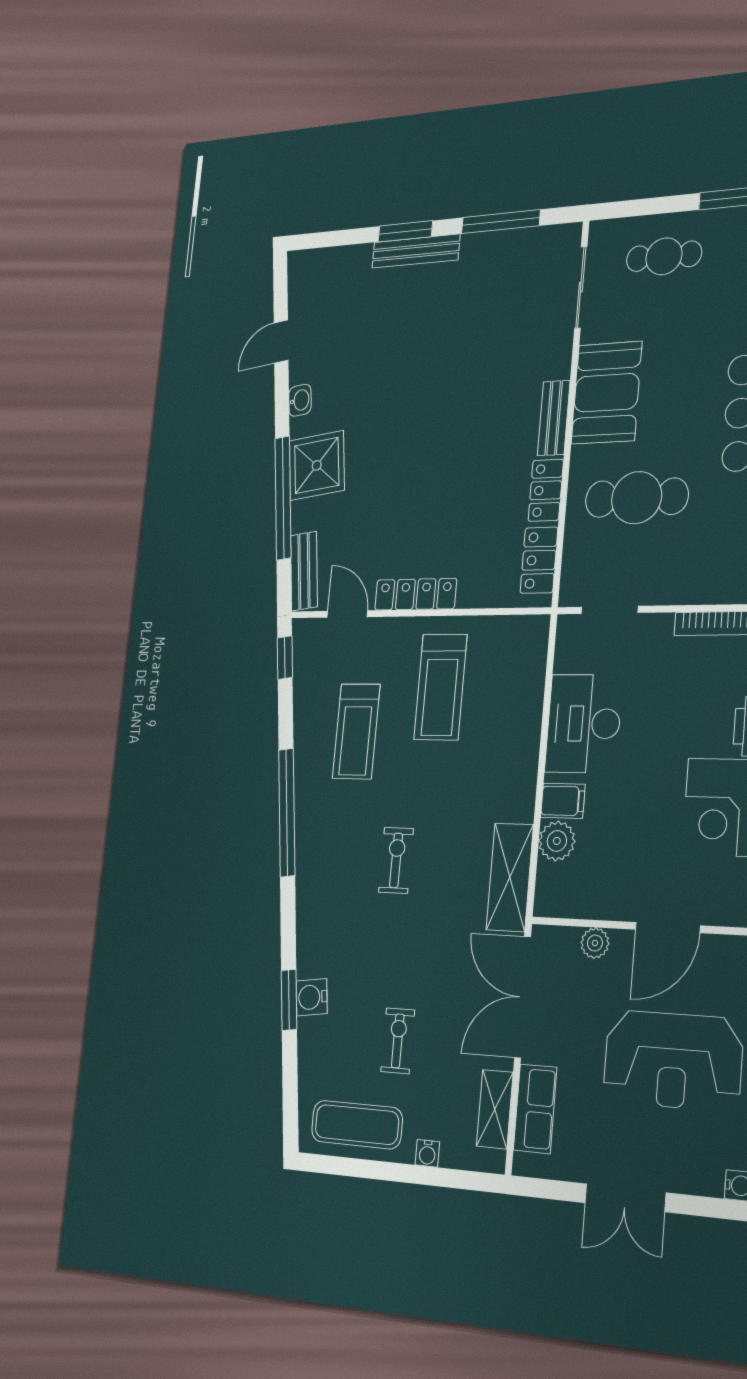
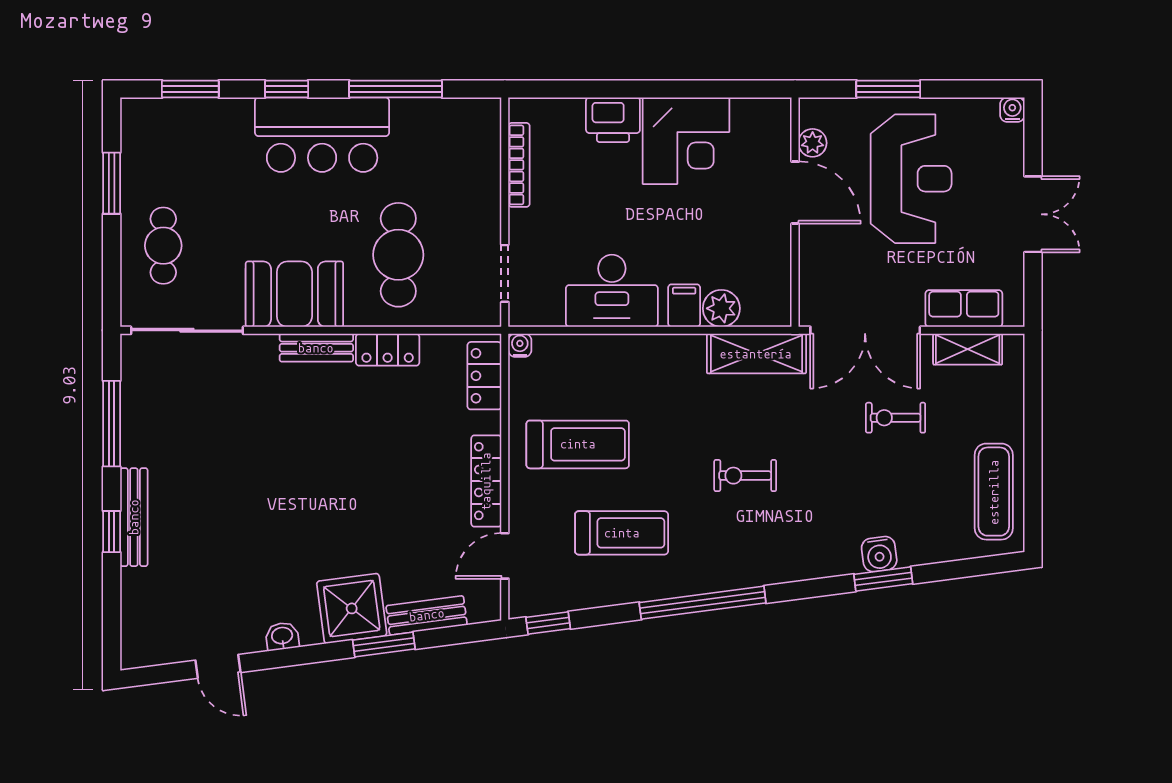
window: (405, 231) -> (112, 532), width x0.67
sliding door: (581, 287) -> (187, 330), width x1.37
window: (283, 498) -> (384, 645), width x0.47
locker: (539, 560) -> (484, 376), moved, turned 90
bench: (304, 571) -> (427, 615), moved
plant: (595, 943) -> (813, 143), moved
exercise bike: (398, 1041) -> (896, 418), moved
water cooler: (427, 1153) -> (520, 345), moved, turned -90

